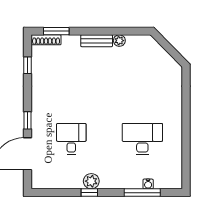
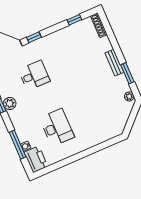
window: (56, 31) -> (127, 73), moved
plant: (119, 41) -> (129, 96), moved
printer: (168, 179) -> (36, 159), added

